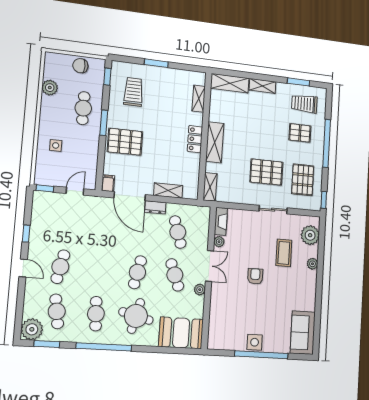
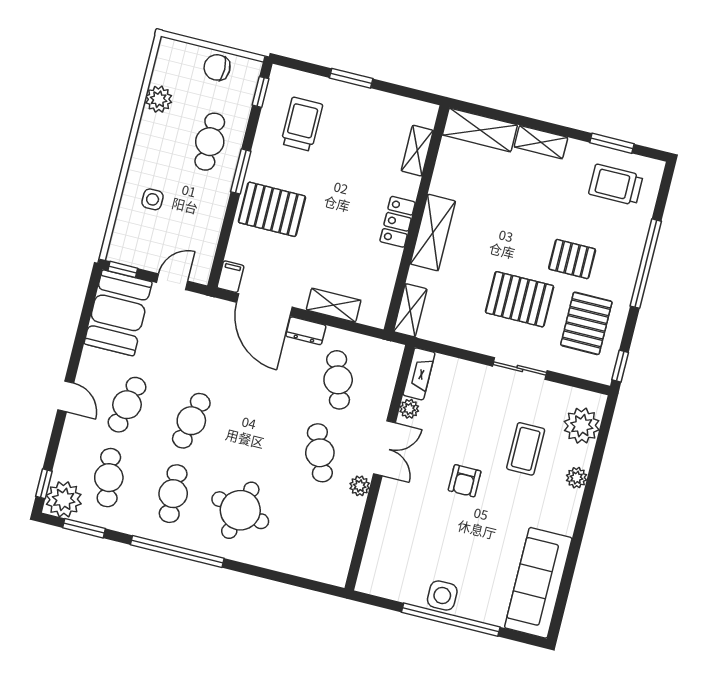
pallet: (300, 133) -> (572, 259), moved
window: (26, 233) -> (44, 484), moved
cafe table: (137, 272) -> (191, 421), moved
armchair: (255, 276) -> (465, 481), turned 180
booth: (181, 333) -> (118, 313), moved, turned 90
sofa: (303, 333) -> (538, 583), width x1.36

